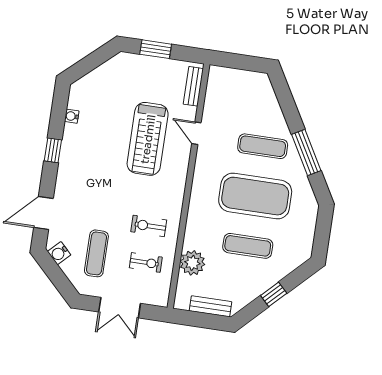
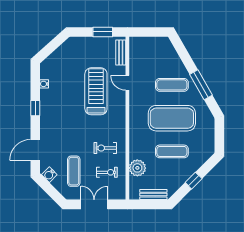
window: (156, 49) -> (103, 32), moved
treadmill: (148, 139) -> (96, 91), turned 180
double door: (120, 308) -> (94, 204), swing flipped

